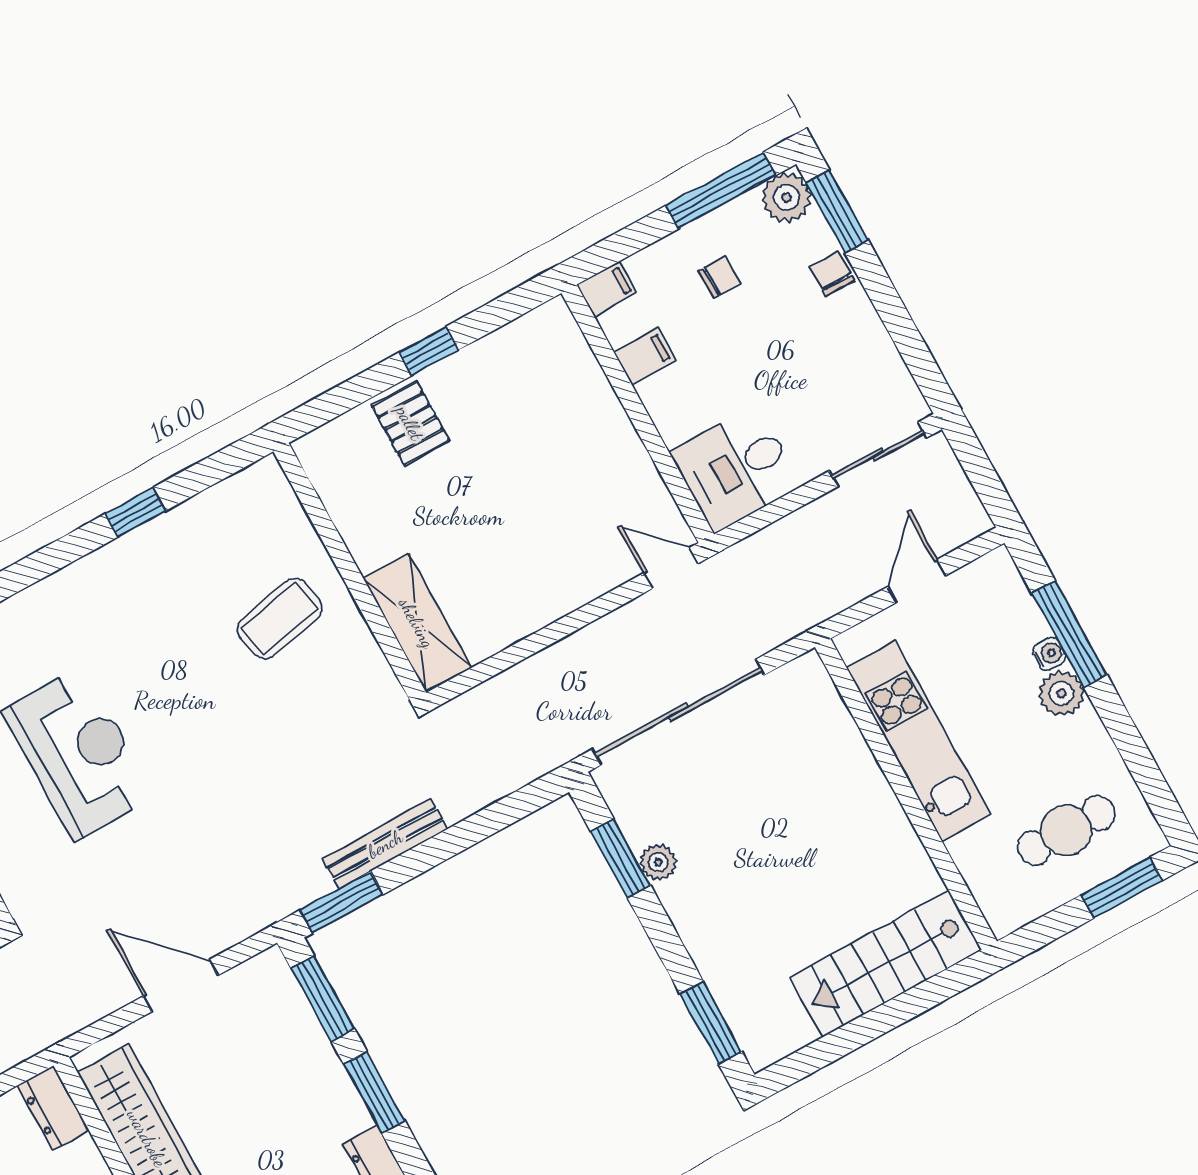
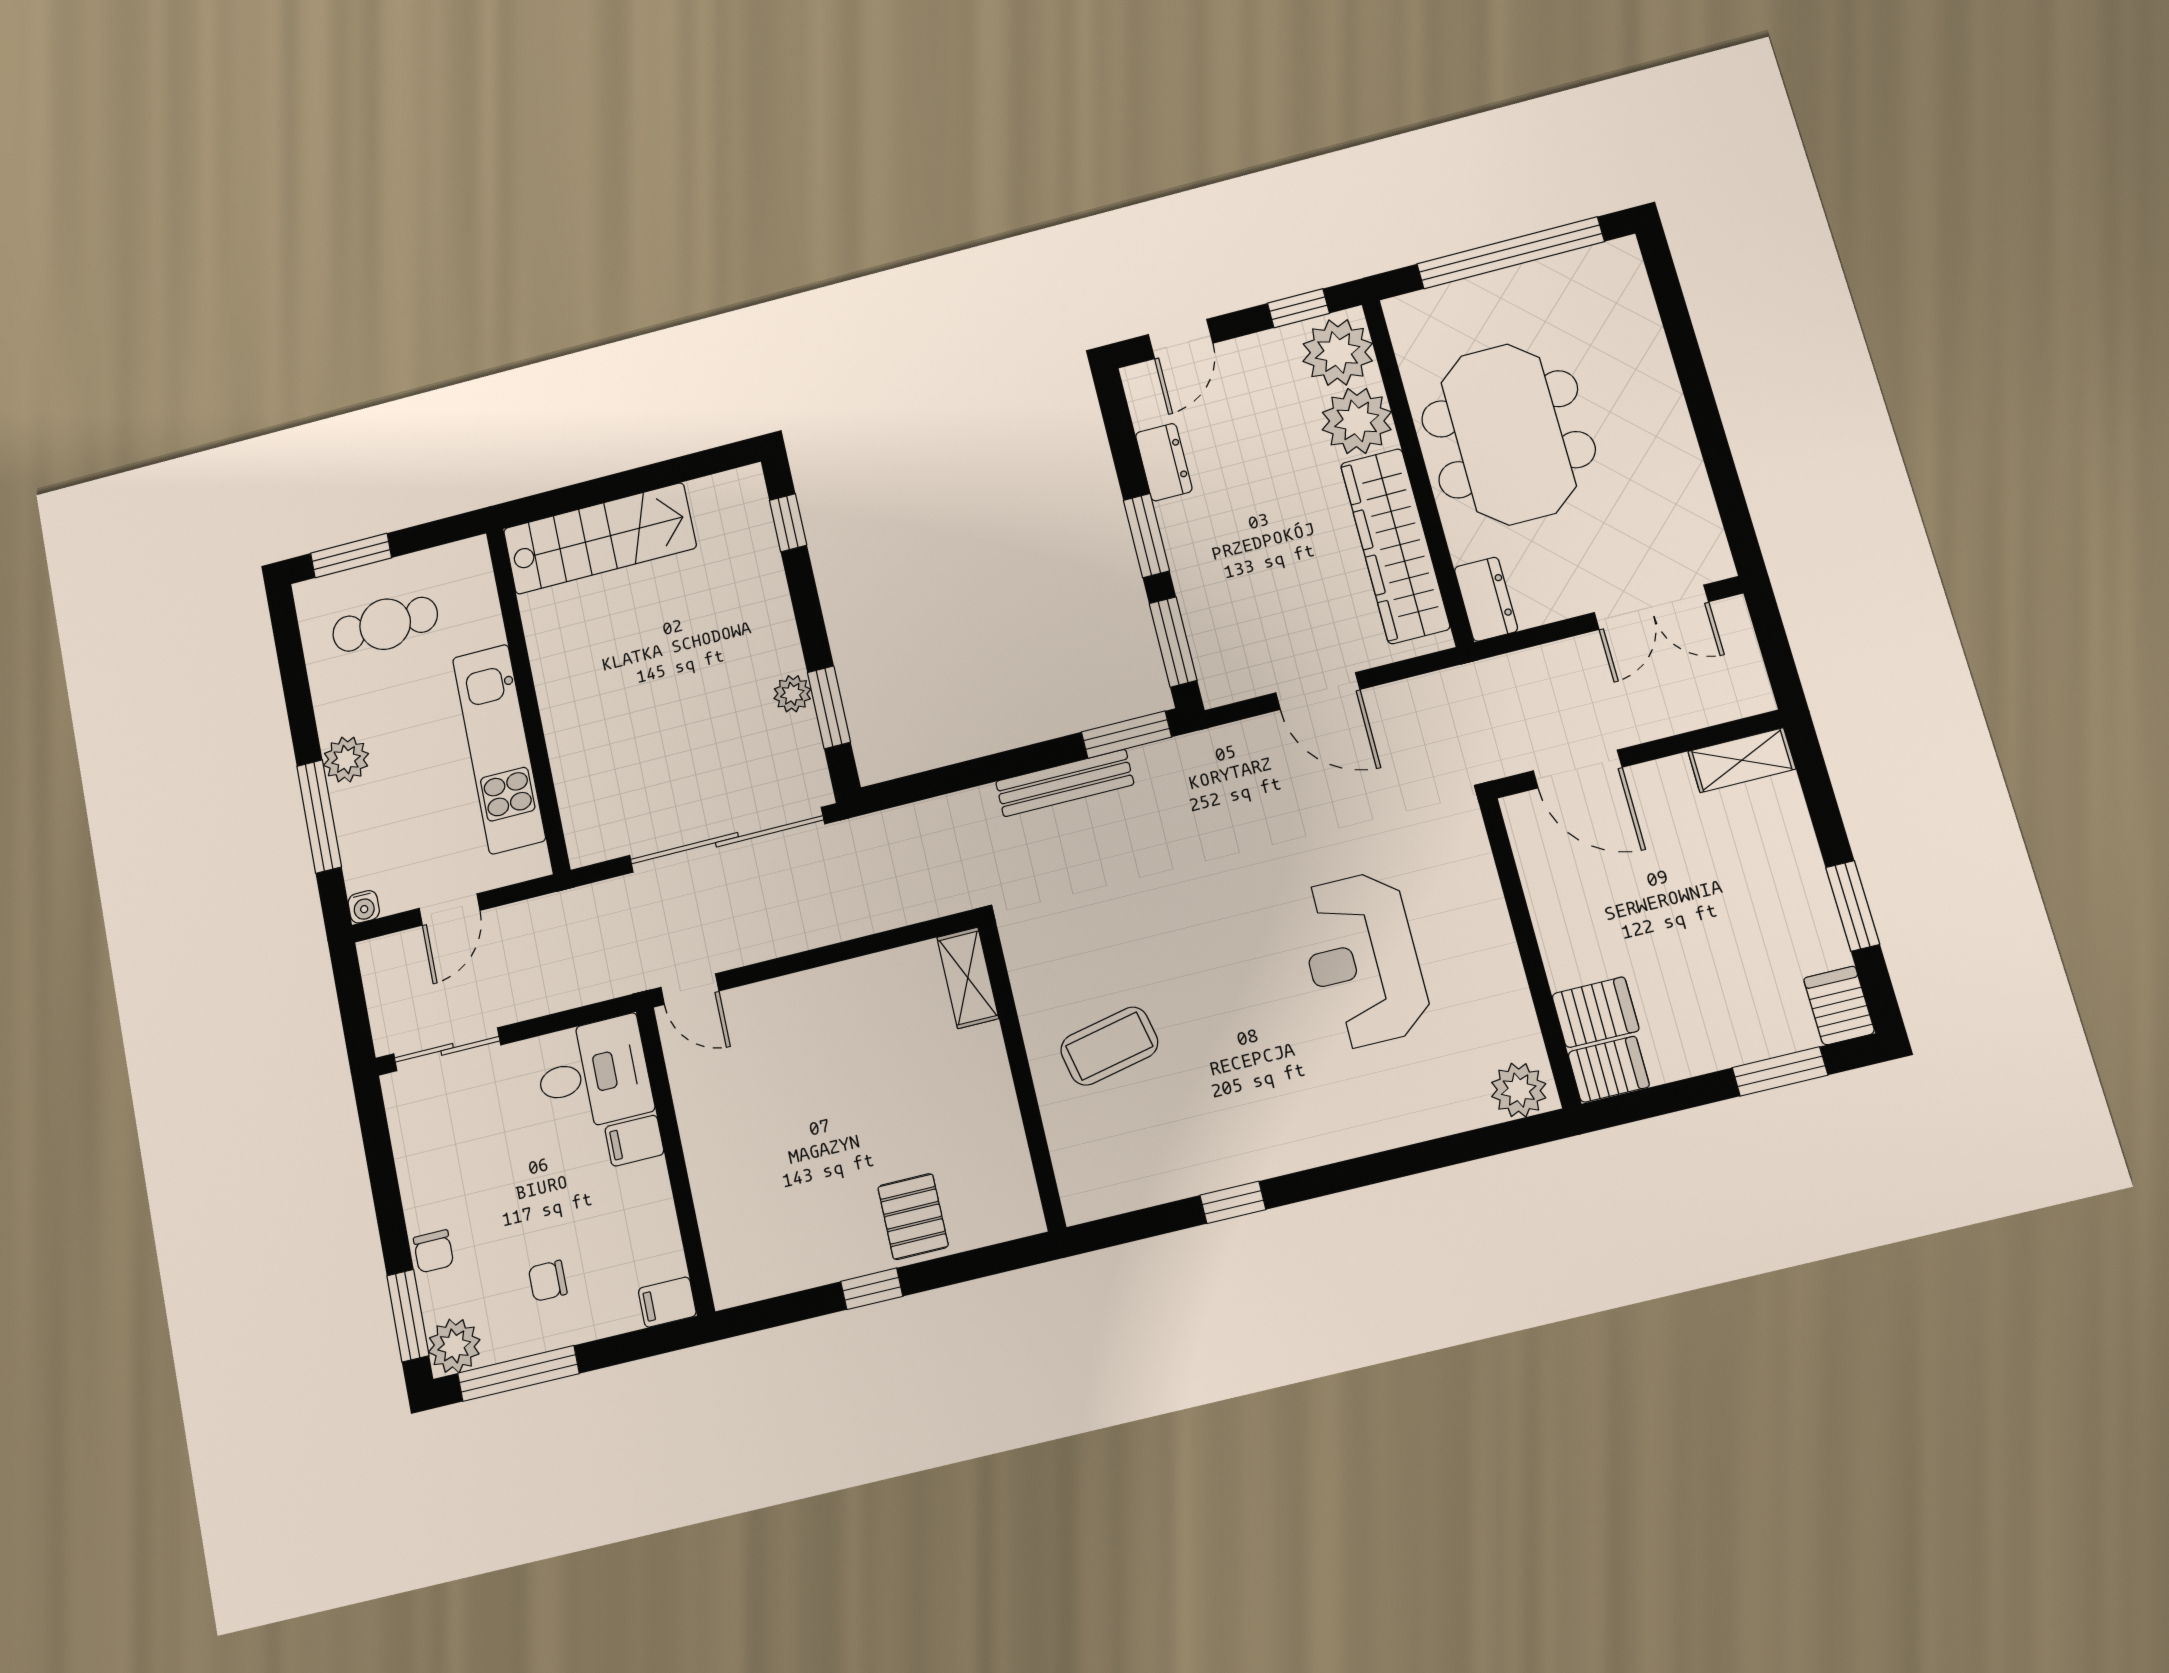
filing cabinet: (645, 357) -> (634, 1141), moved
shelving: (417, 623) -> (968, 978), width x0.67, depth x0.75
water cooler: (1049, 654) -> (364, 907), moved, turned -90
window: (711, 1023) -> (788, 523), width x0.67

